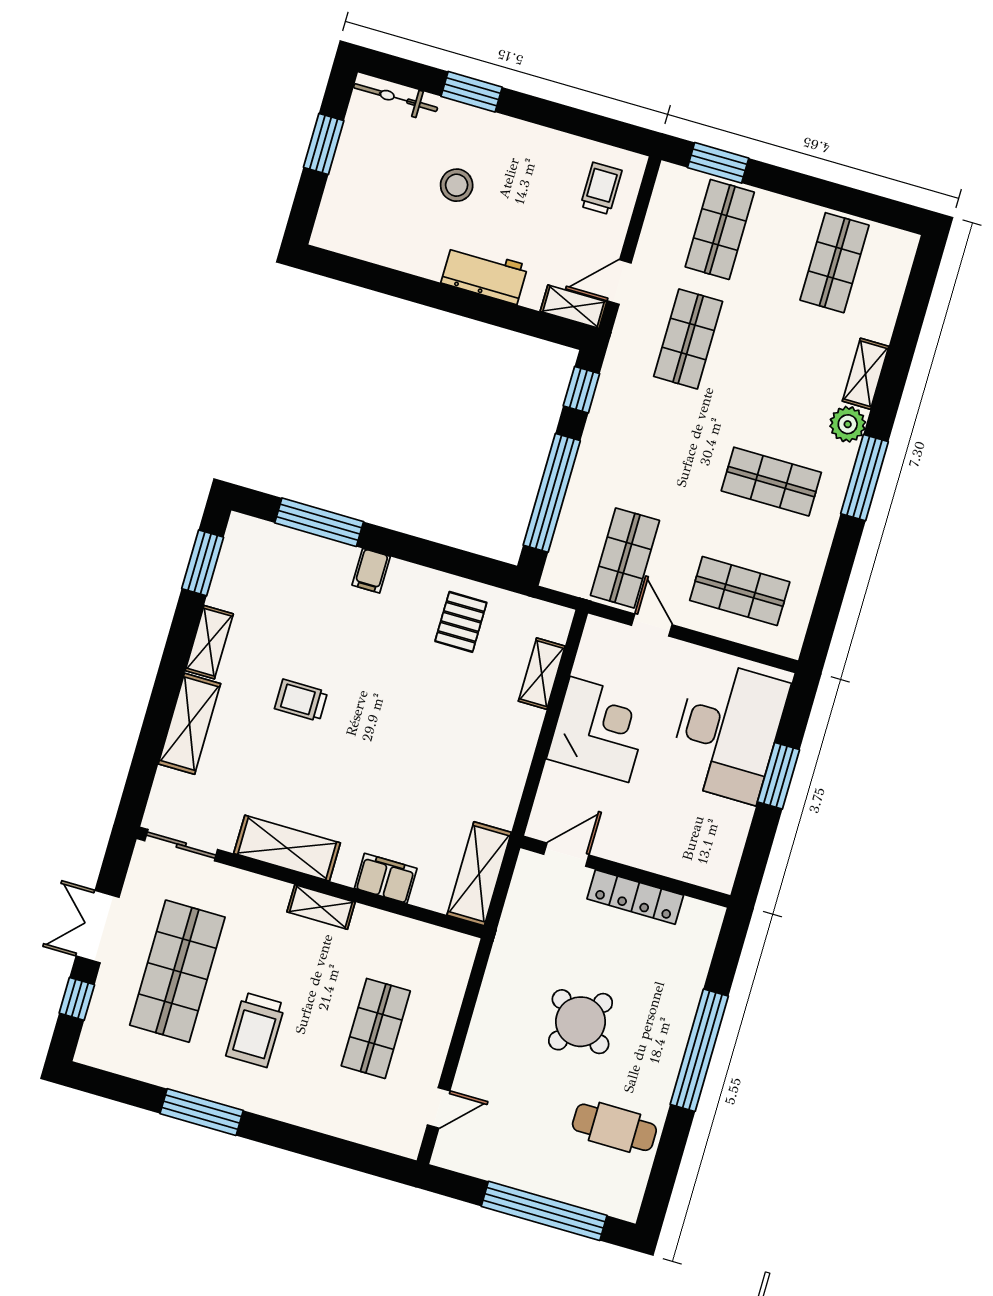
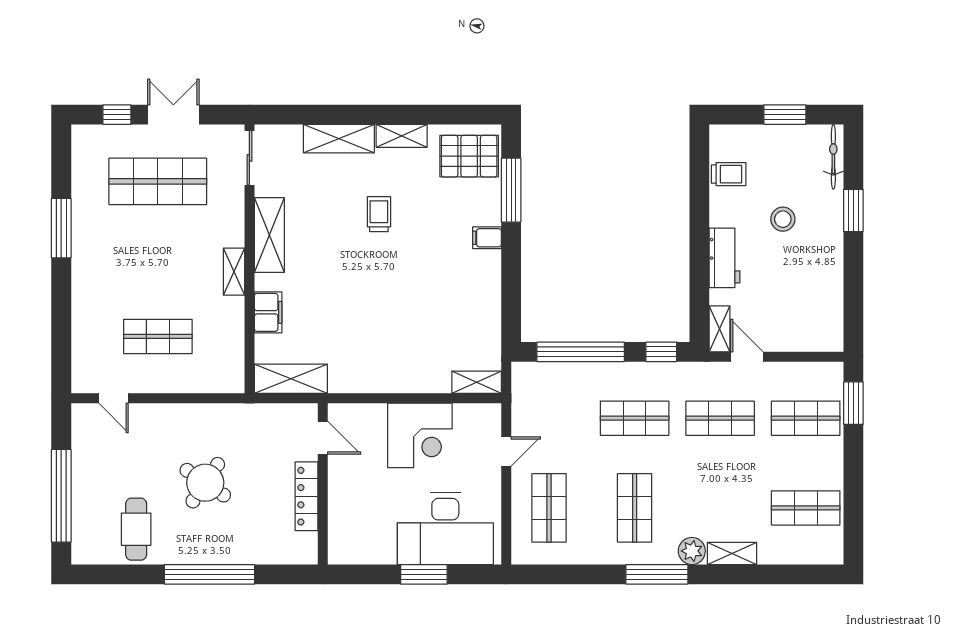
trolley: (601, 188) -> (729, 174), moved
shop shelf: (625, 558) -> (635, 418), moved
window: (203, 563) -> (457, 115), removed
pallet: (461, 622) -> (469, 156), moved, width x1.50, depth x1.42
shelving: (542, 674) -> (477, 382), moved
trolley: (256, 1030) -> (132, 250), removed

